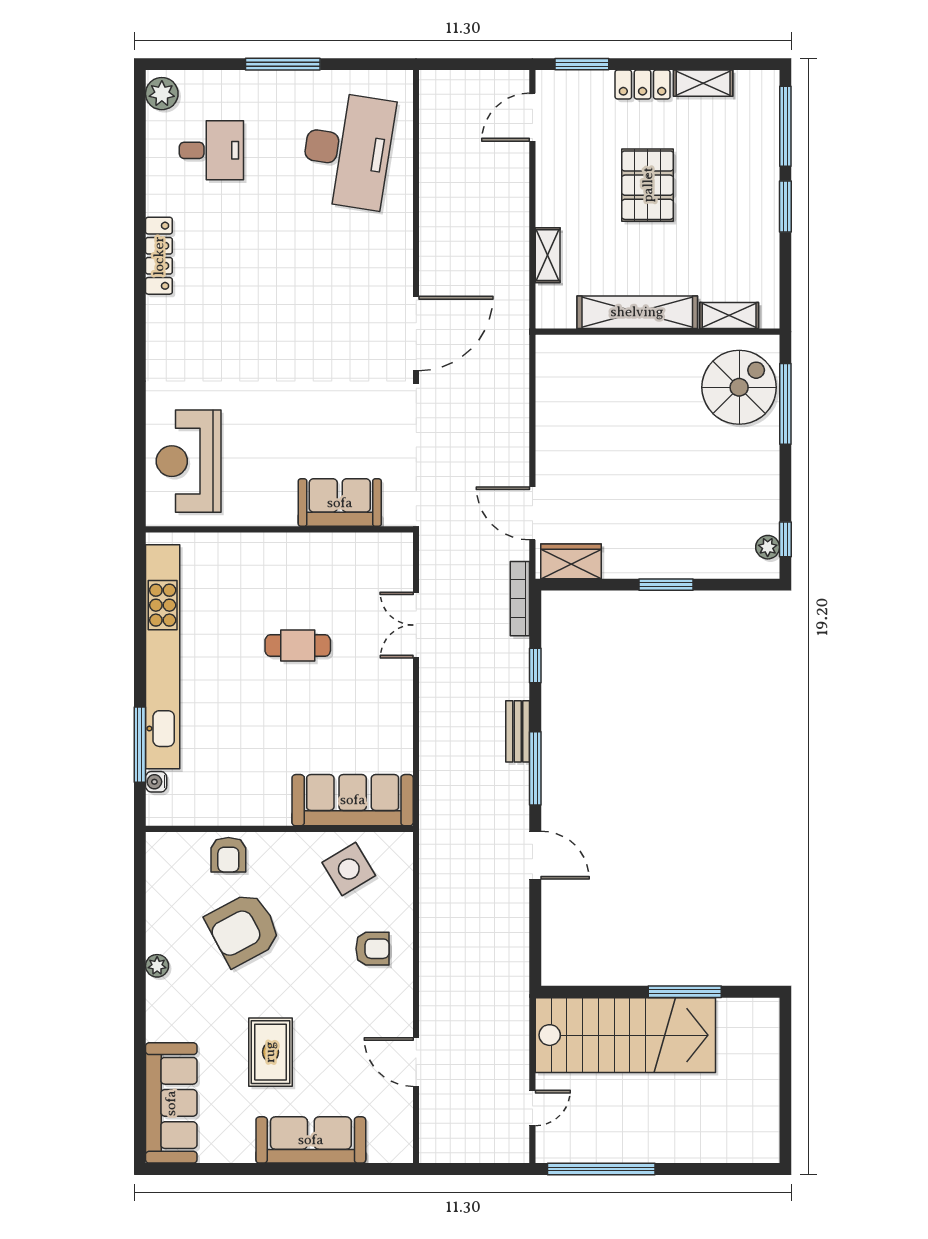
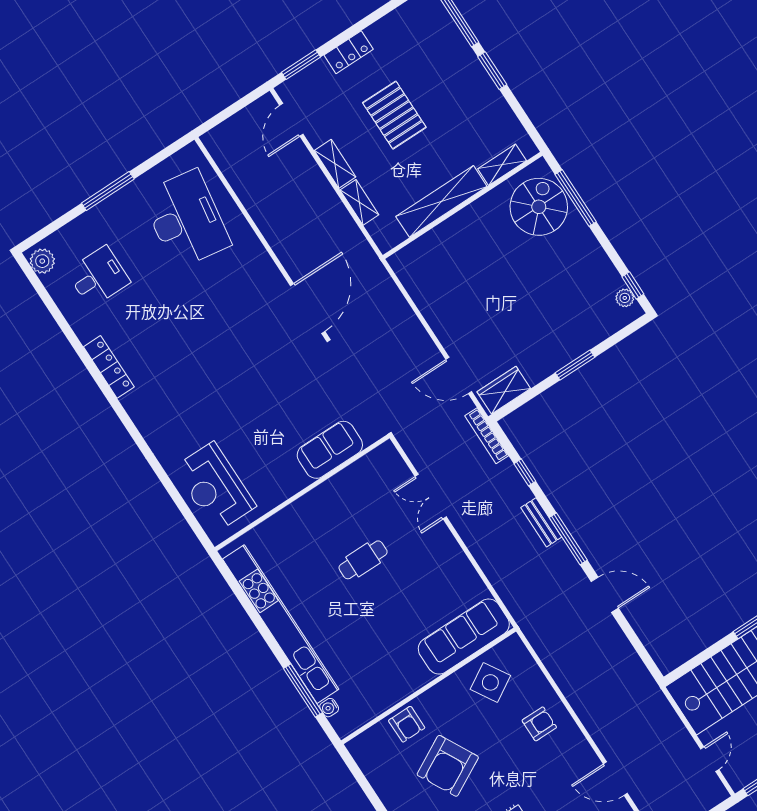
shelving: (703, 83) -> (335, 164), moved, turned 90

